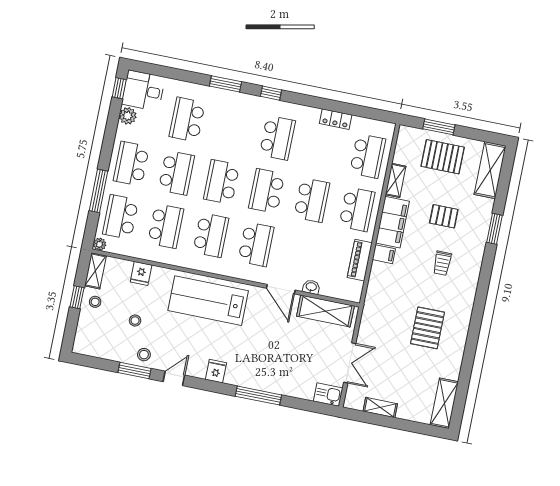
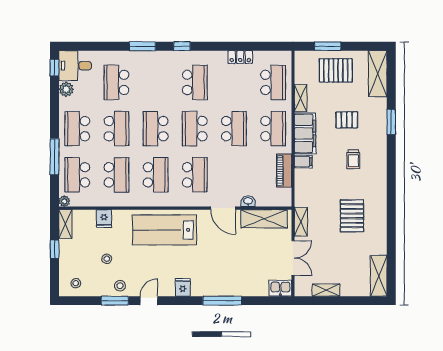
stool: (95, 302) -> (76, 283), moved
shelving: (367, 323) -> (301, 222), added

